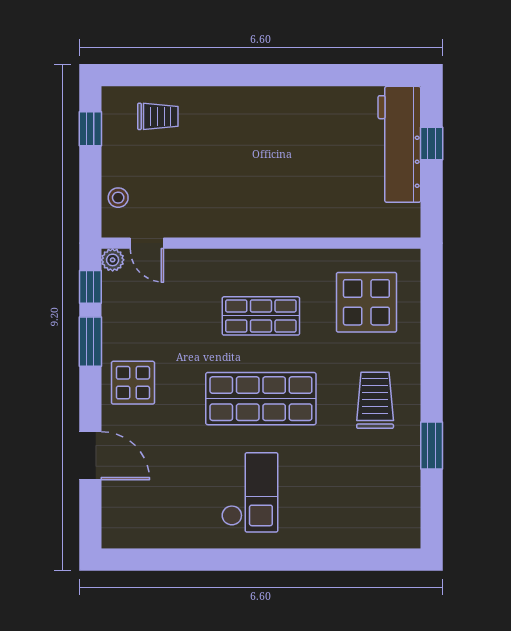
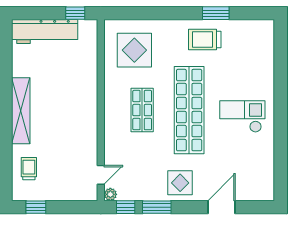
shelving: (260, 102) -> (21, 111), added
window: (432, 144) -> (75, 13), moved
stool: (118, 198) -> (75, 191), removed
shop shelf: (261, 399) -> (189, 110), width x1.40
trolley: (375, 400) -> (205, 39), moved

